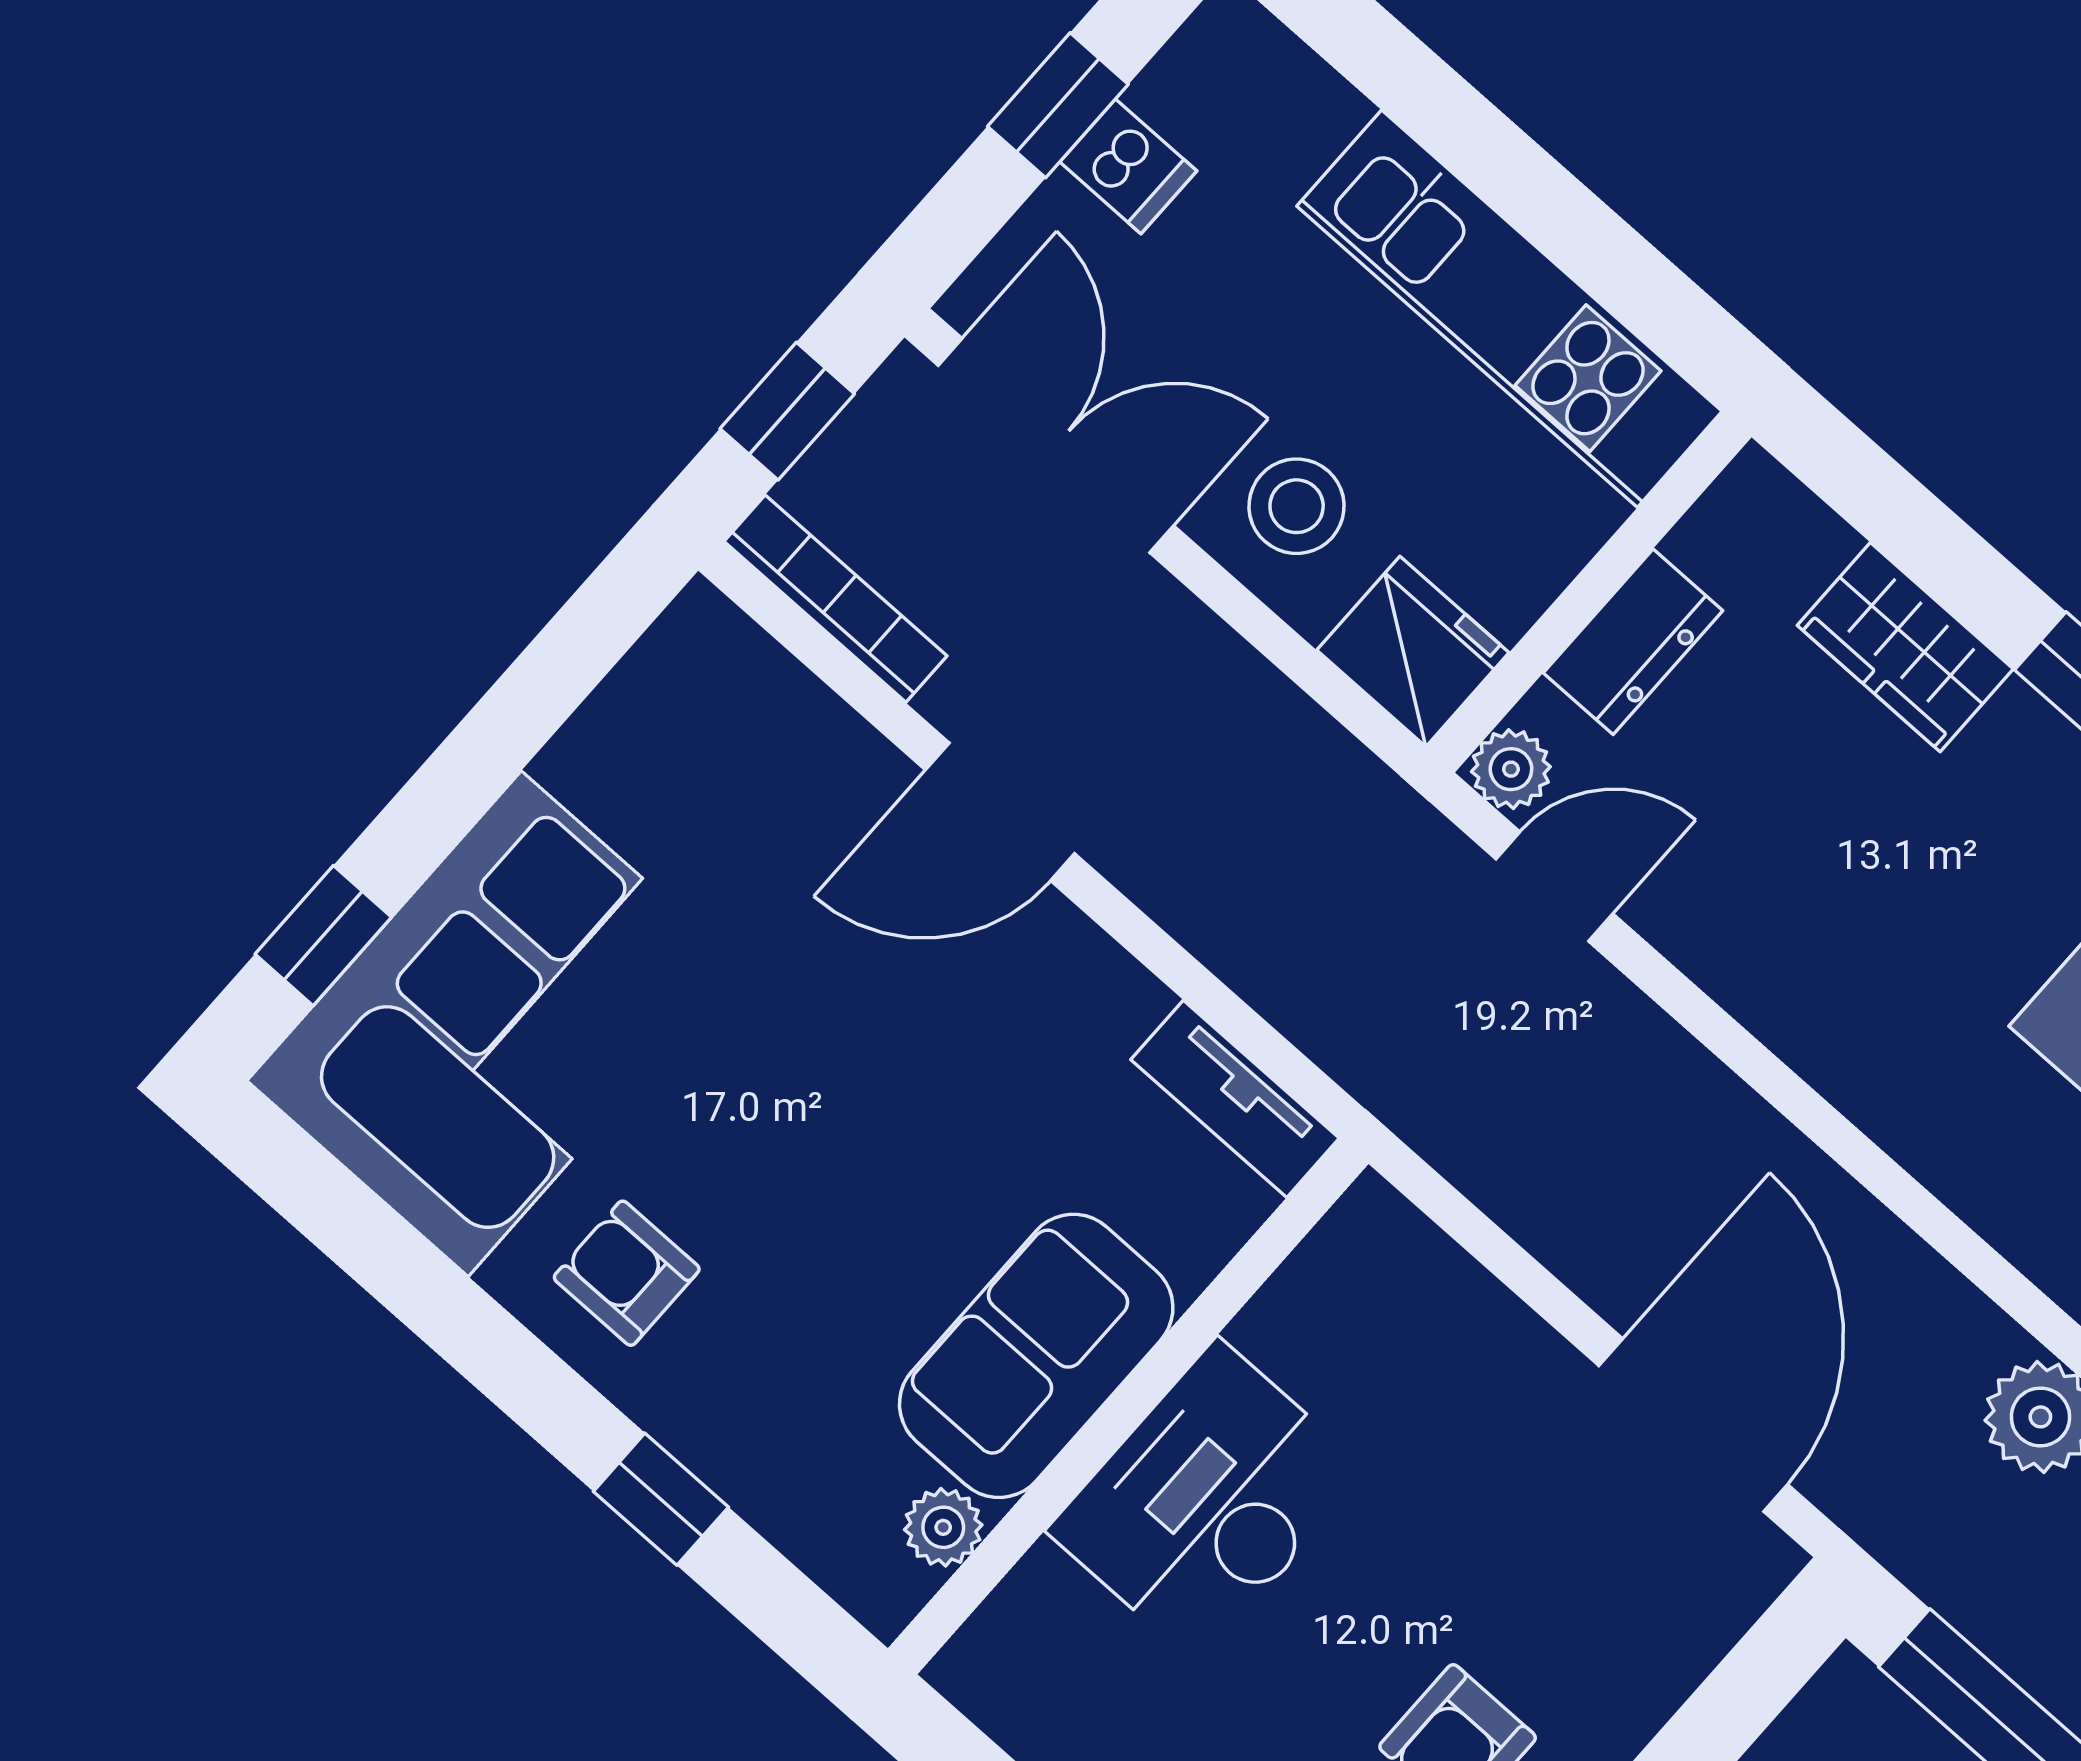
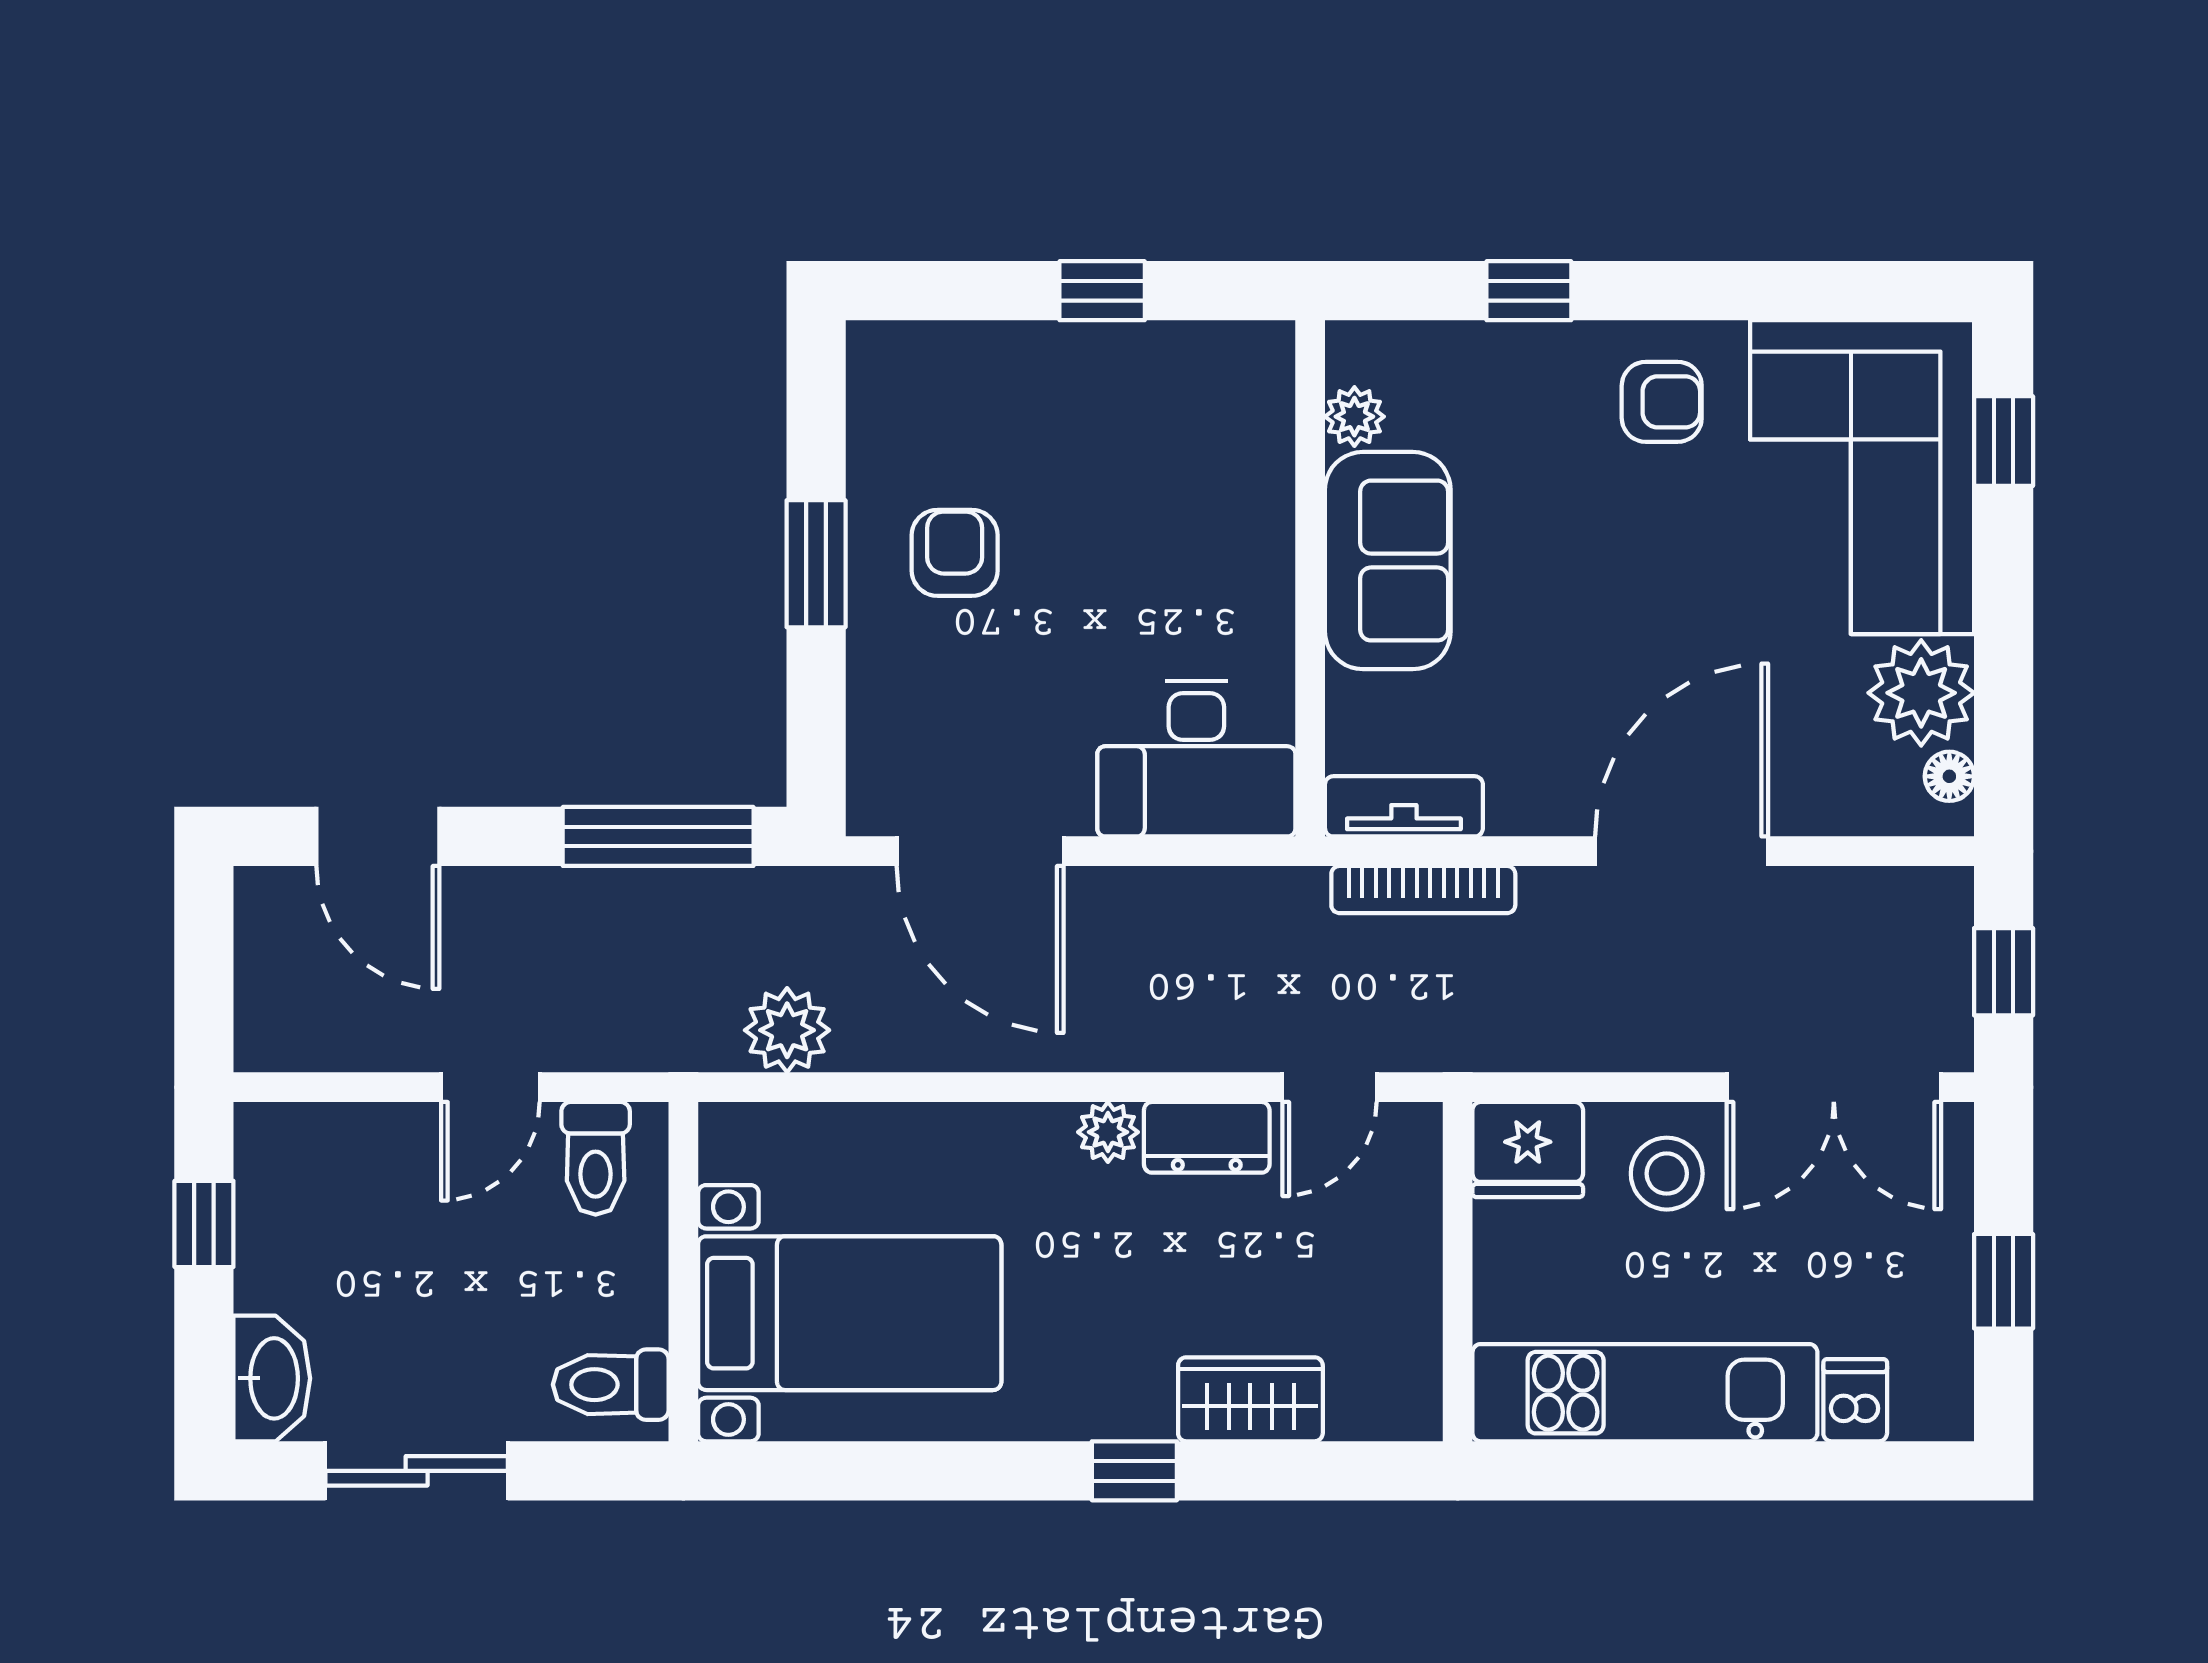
dishwasher: (1128, 166) -> (1855, 1400), moved, turned 90
bookcase: (835, 599) -> (1423, 890), moved
dresser: (1633, 642) -> (1207, 1137), moved, turned -90
floor lamp: (670, 652) -> (1949, 776), added
plant: (625, 759) -> (1921, 693), added
plant: (1511, 769) -> (1108, 1132), moved
door: (1000, 812) -> (1682, 851), width x1.36
desk: (1208, 1501) -> (1196, 759), moved, turned 90

